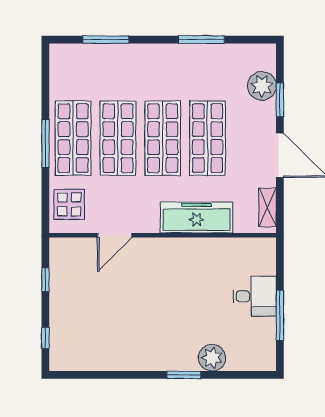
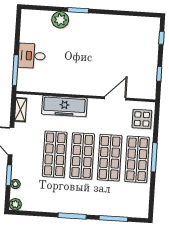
window: (201, 40) -> (72, 216), moved
plant: (267, 53) -> (15, 204), added
plant: (262, 86) -> (15, 184), width x0.53, depth x0.53
window: (280, 315) -> (15, 70), moved

